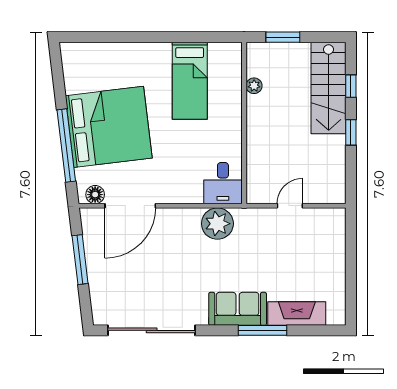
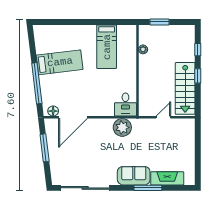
stairs: (329, 88) -> (185, 88), moved
bed: (109, 127) -> (60, 62), width x0.49

